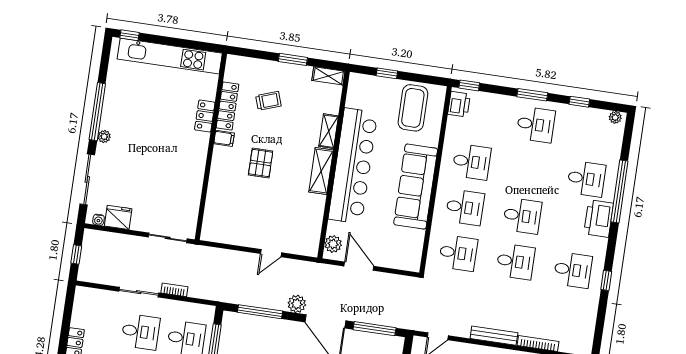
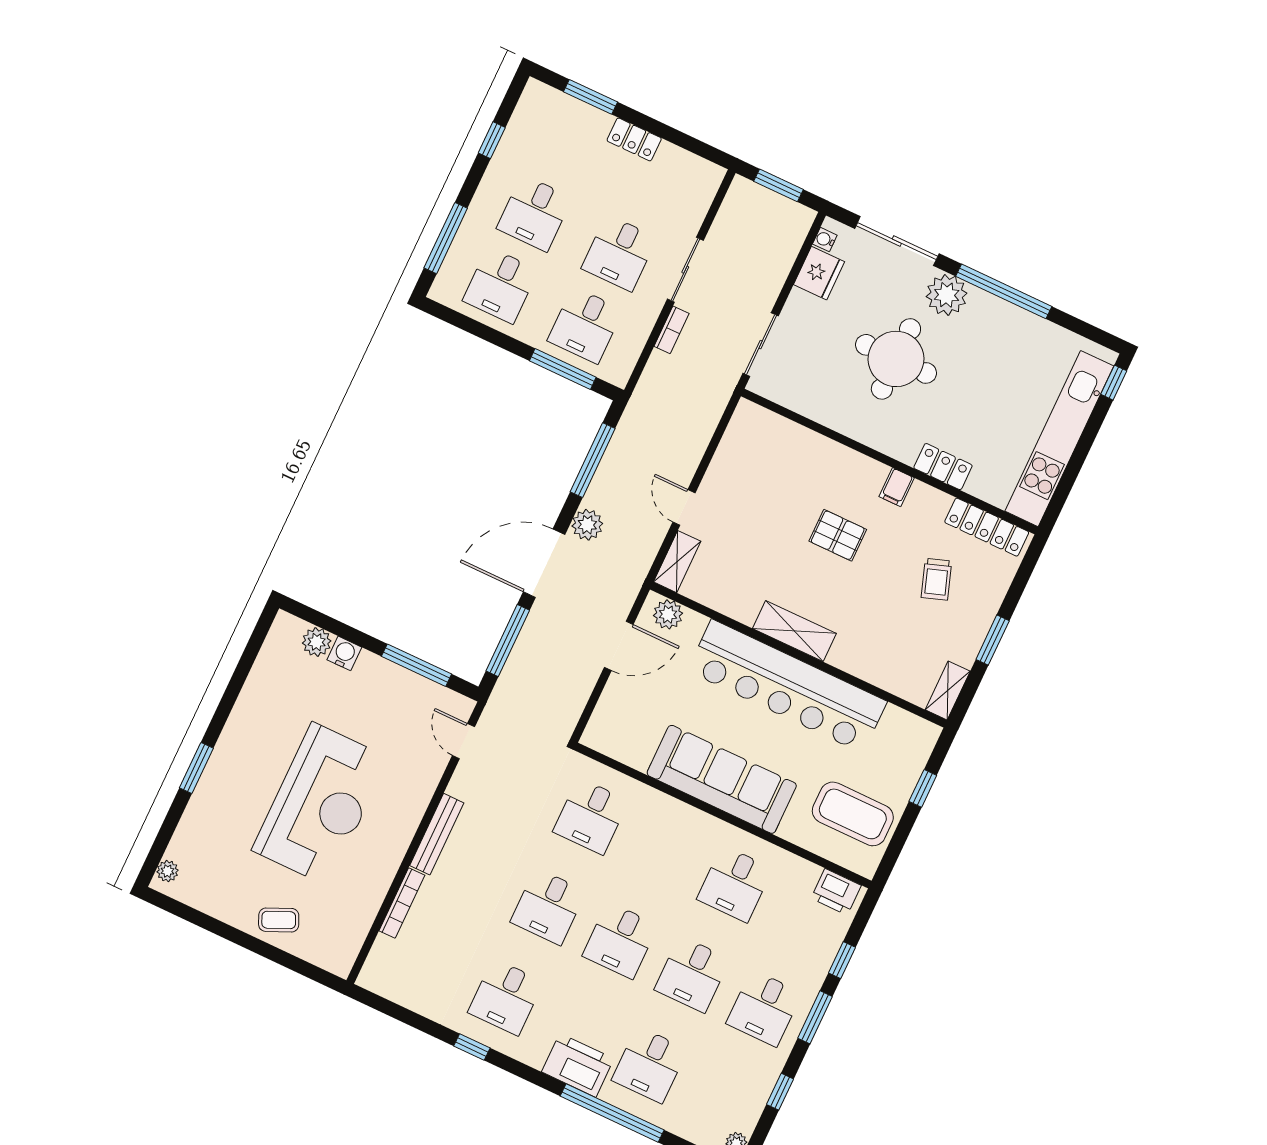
window: (469, 85) -> (842, 960), moved
locker: (227, 106) -> (987, 527), moved
shelving: (329, 131) -> (677, 562), moved, turned 90
plant: (104, 136) -> (947, 295), width x1.88, depth x1.88
round table: (153, 160) -> (896, 359), added
desk: (465, 207) -> (692, 974), moved
window: (76, 255) -> (779, 185), width x1.50

